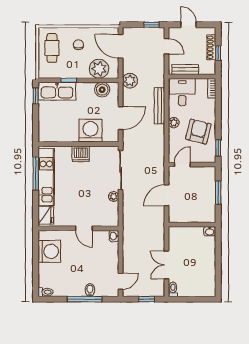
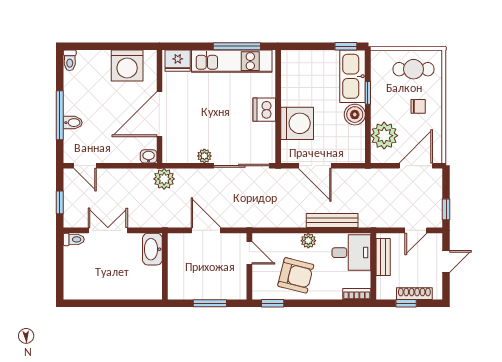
plant: (130, 81) -> (164, 179), moved
boiler: (102, 90) -> (355, 115), moved
door: (84, 228) -> (159, 114), width x1.88
washbasin: (210, 231) -> (152, 249), moved, width x1.91, depth x1.45

